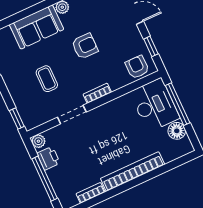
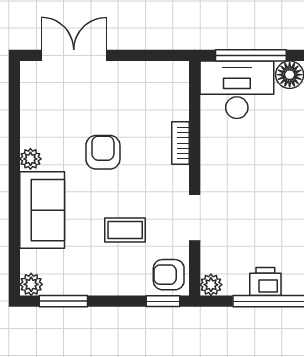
window: (151, 46) -> (148, 55), removed
armchair: (137, 67) -> (169, 275), moved
bookcase: (97, 93) -> (181, 143), moved
printer: (48, 158) -> (265, 282), moved

